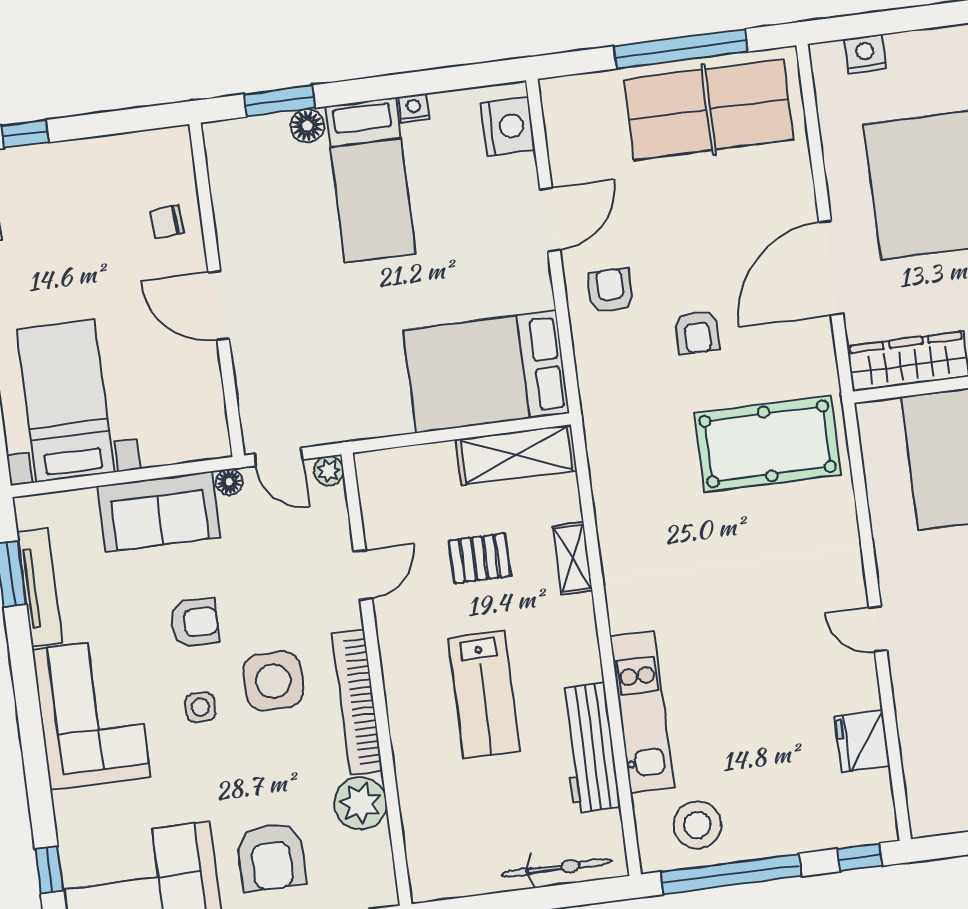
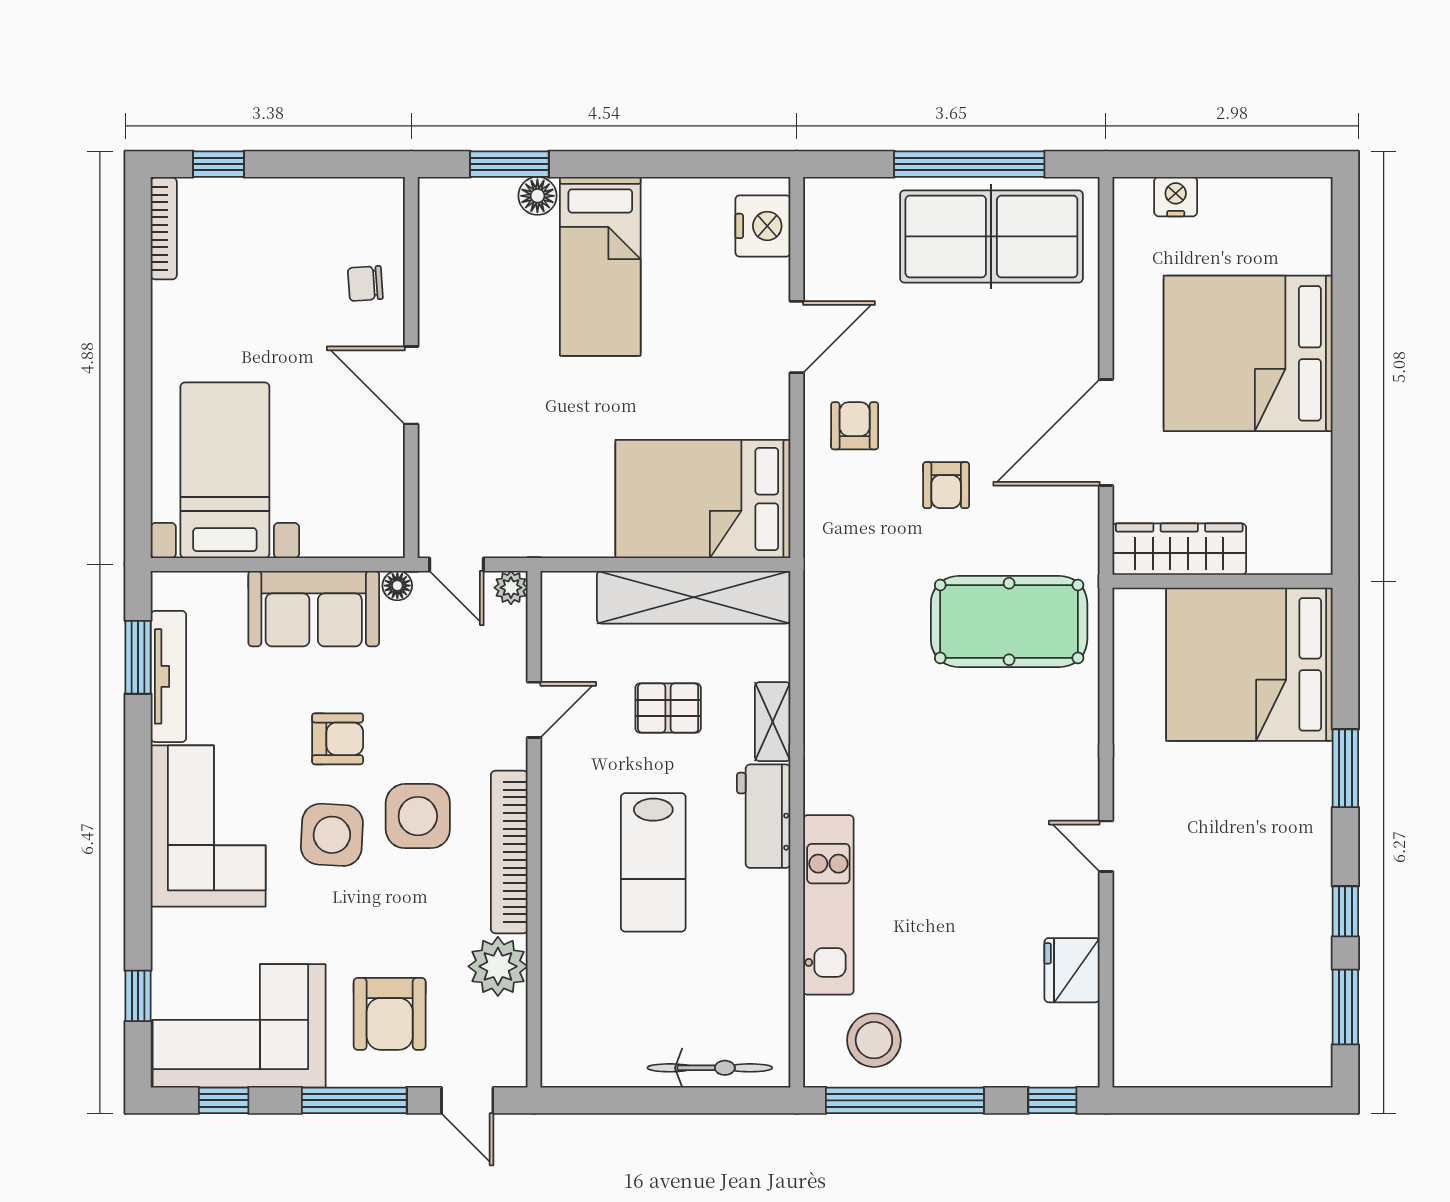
nightstand: (414, 108) -> (660, 192), removed
shelving: (516, 455) -> (694, 597), width x1.47
side table: (200, 707) -> (332, 835), width x1.87, depth x1.87
workbench: (589, 748) -> (764, 816), moved, width x0.73

